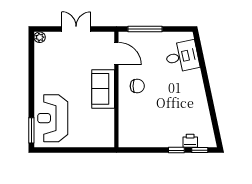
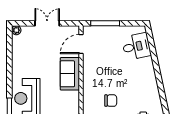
door: (116, 54) -> (81, 44), swing flipped
chair: (137, 86) -> (111, 101), moved

